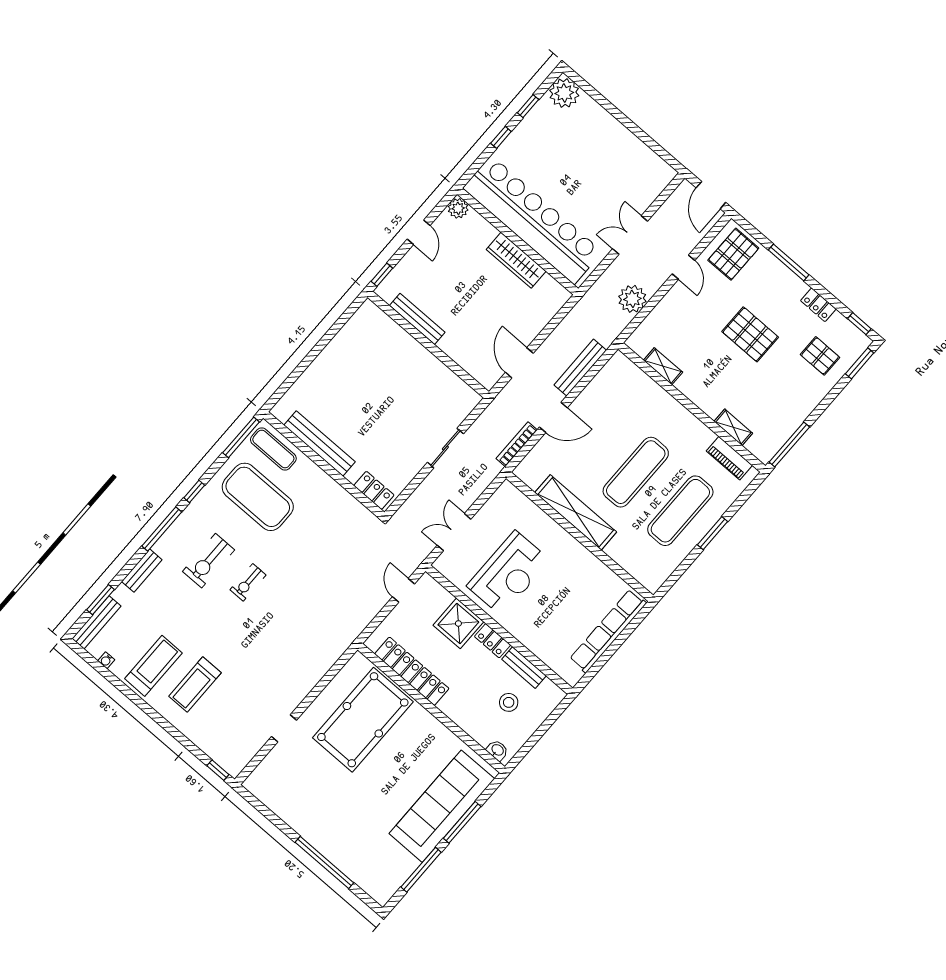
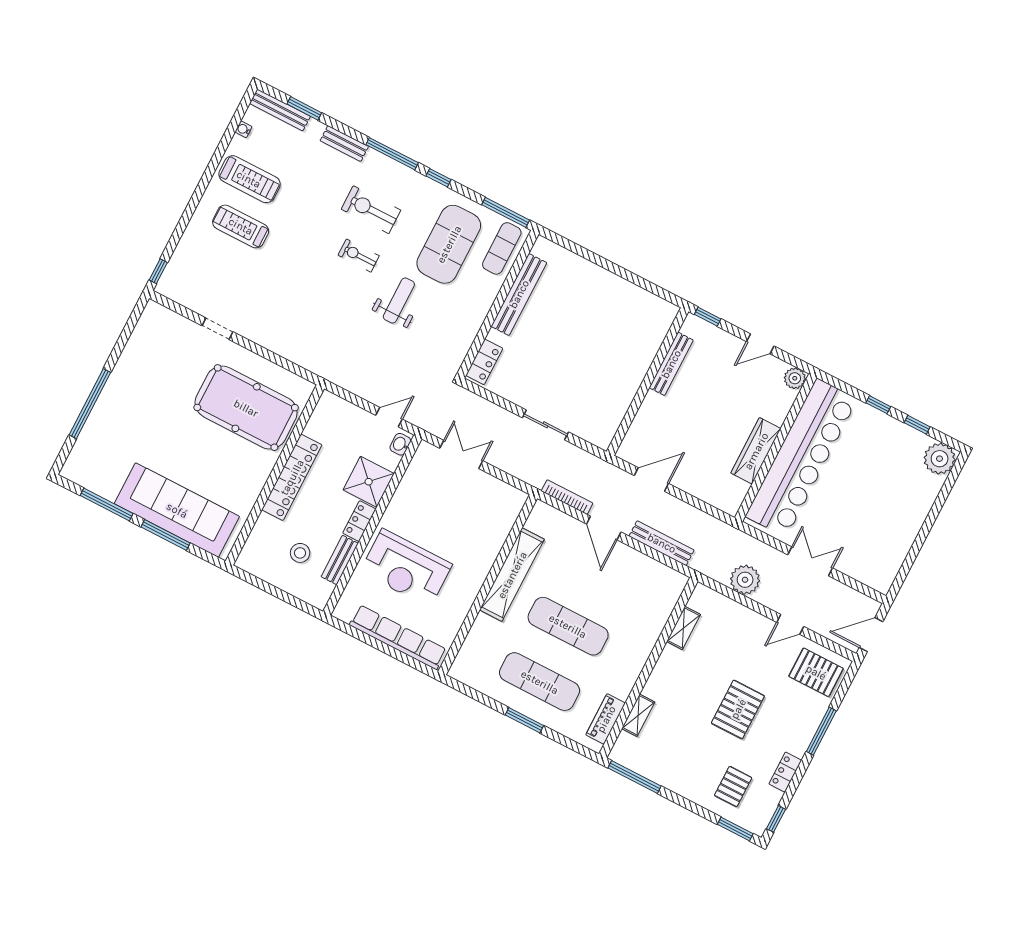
weight bench: (298, 555) -> (399, 301), added
reception desk: (508, 573) -> (406, 568), moved
locker: (412, 671) -> (292, 477), moved
washbasin: (497, 750) -> (400, 444), moved, turned 180

